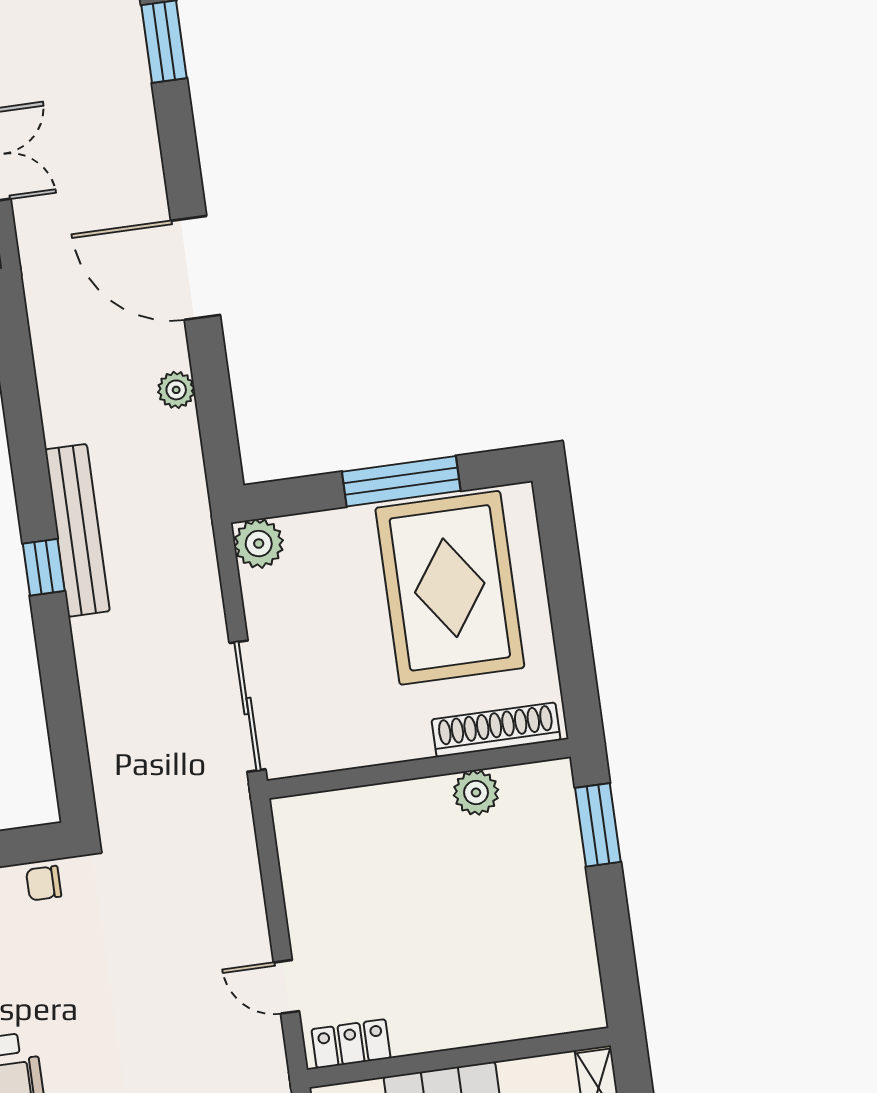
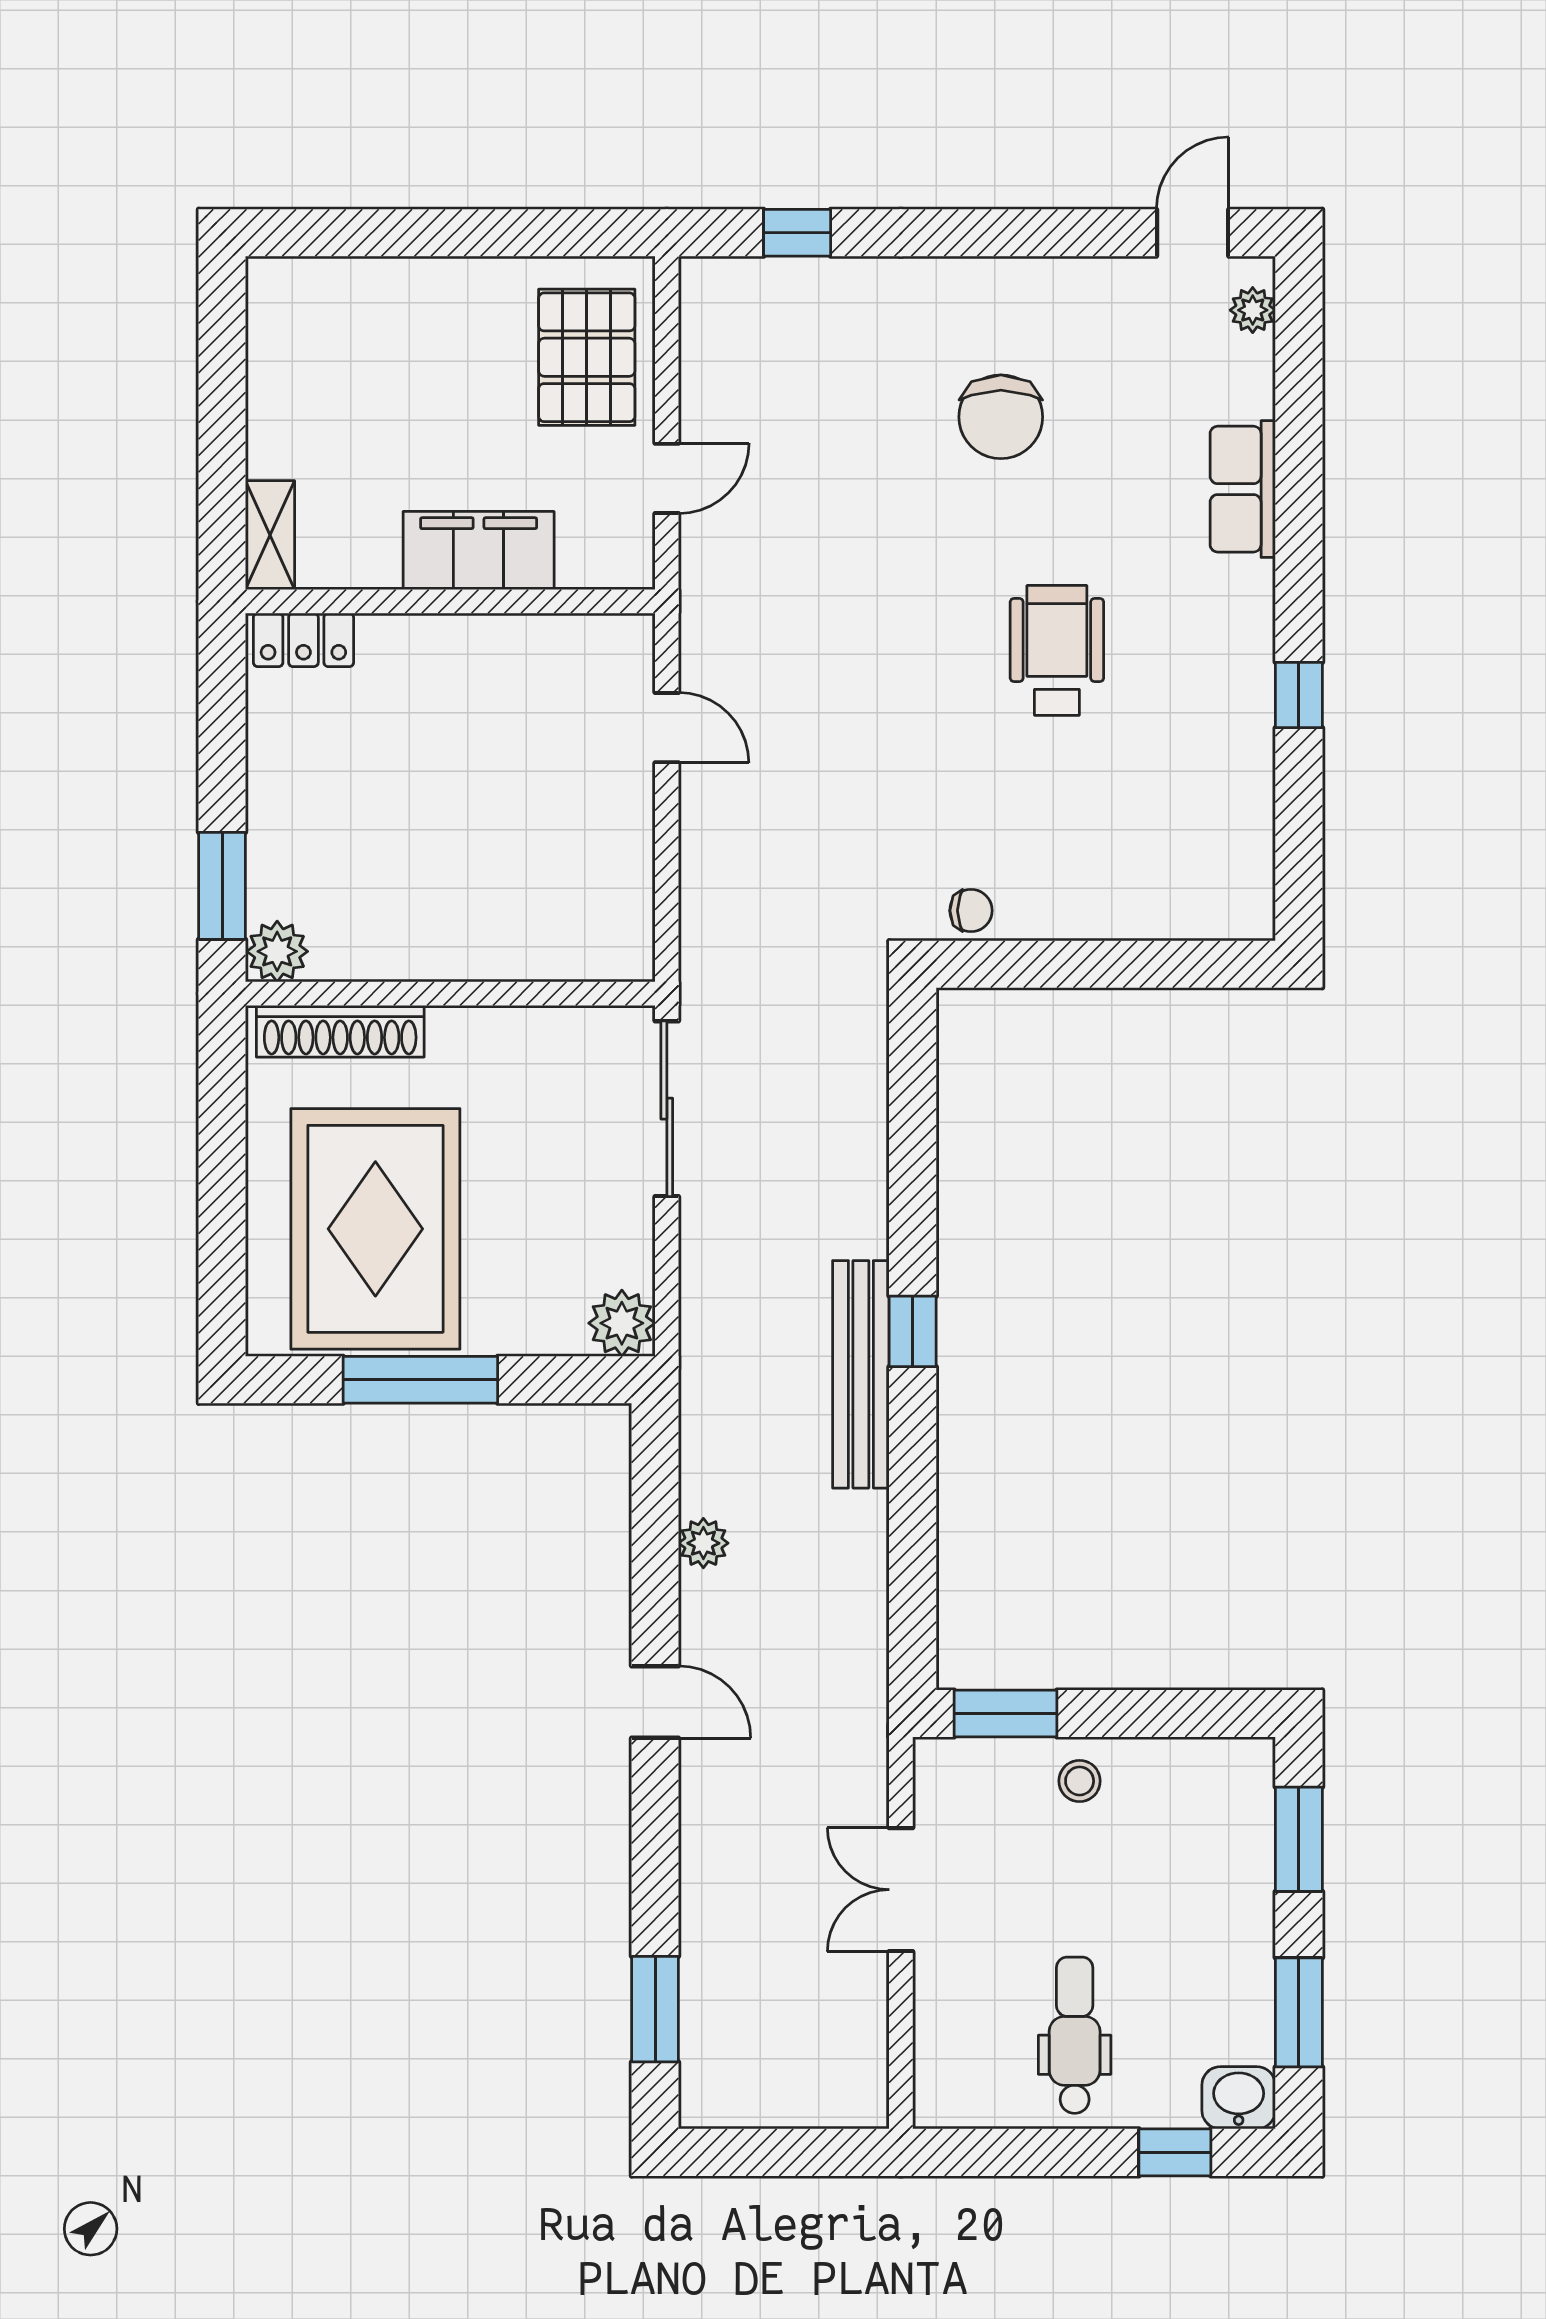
door: (195, 268) -> (655, 1702), width x0.53
plant: (476, 793) -> (277, 951), moved
locker: (351, 1044) -> (303, 640), moved

